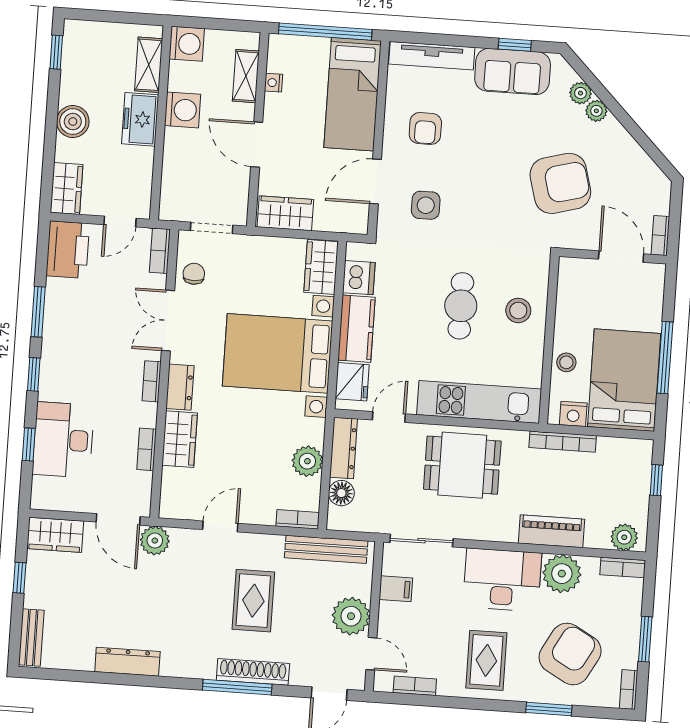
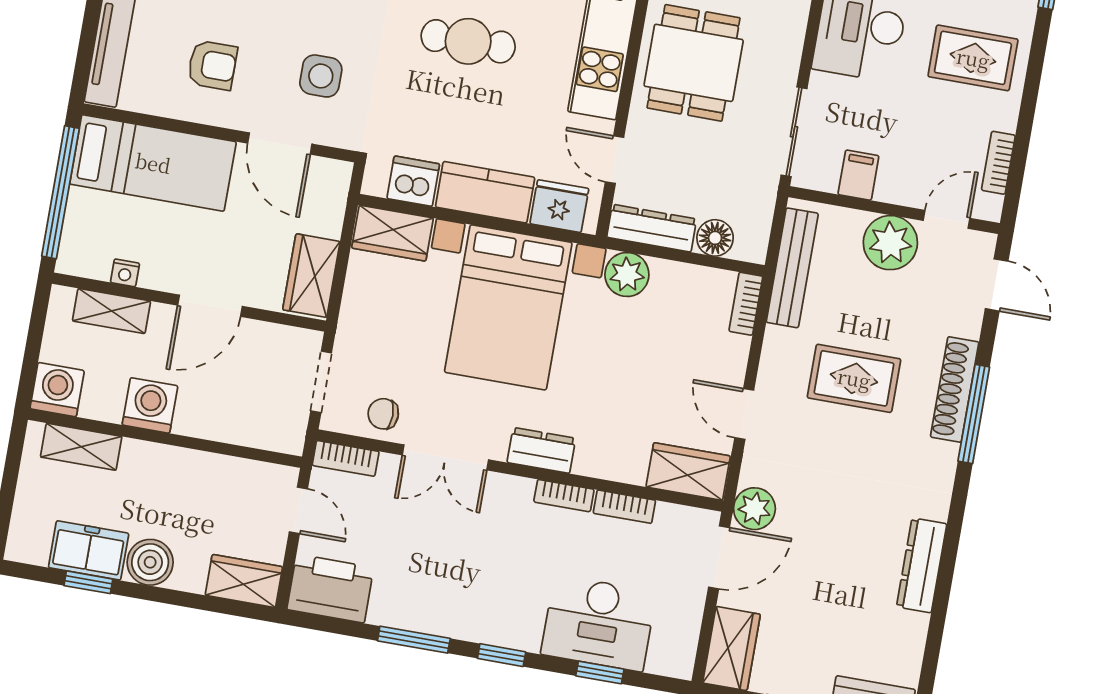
window: (56, 52) -> (88, 582), moved
freezer: (140, 119) -> (89, 550), moved, turned 180
bookcase: (152, 381) -> (564, 496), moved
wardrobe: (180, 439) -> (688, 472), moved
plant: (307, 461) -> (627, 275), moved

